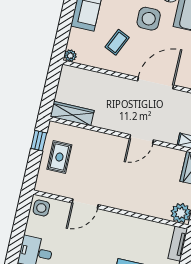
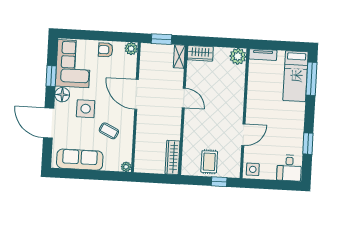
window: (39, 141) -> (219, 182), moved
rug: (59, 157) -> (209, 162), turned 90
door: (85, 204) -> (243, 135), hinge flipped

